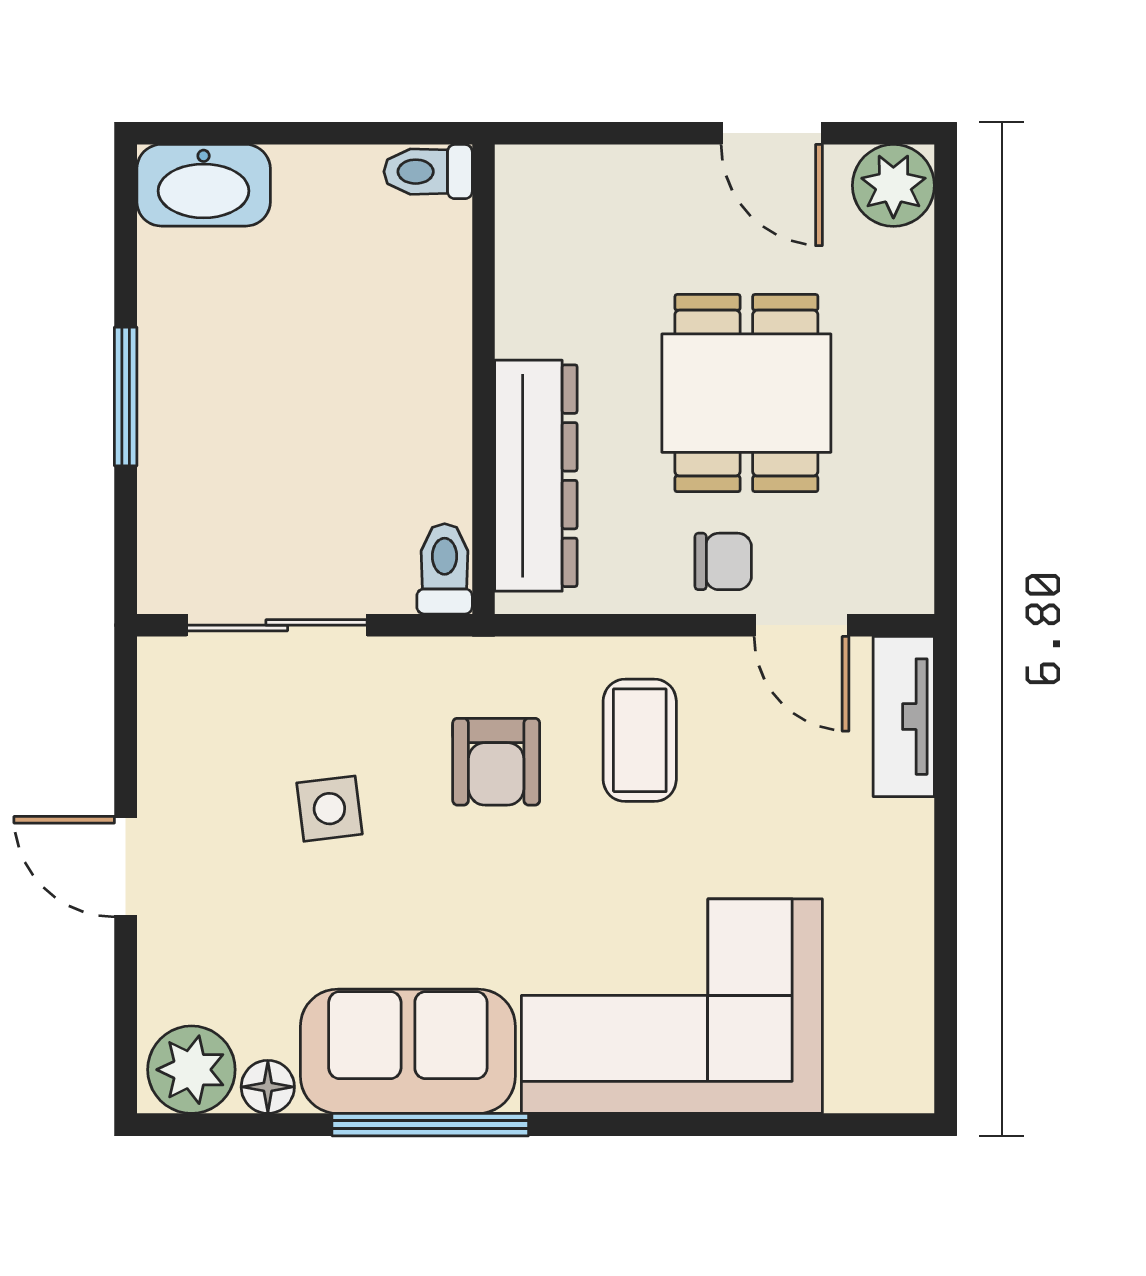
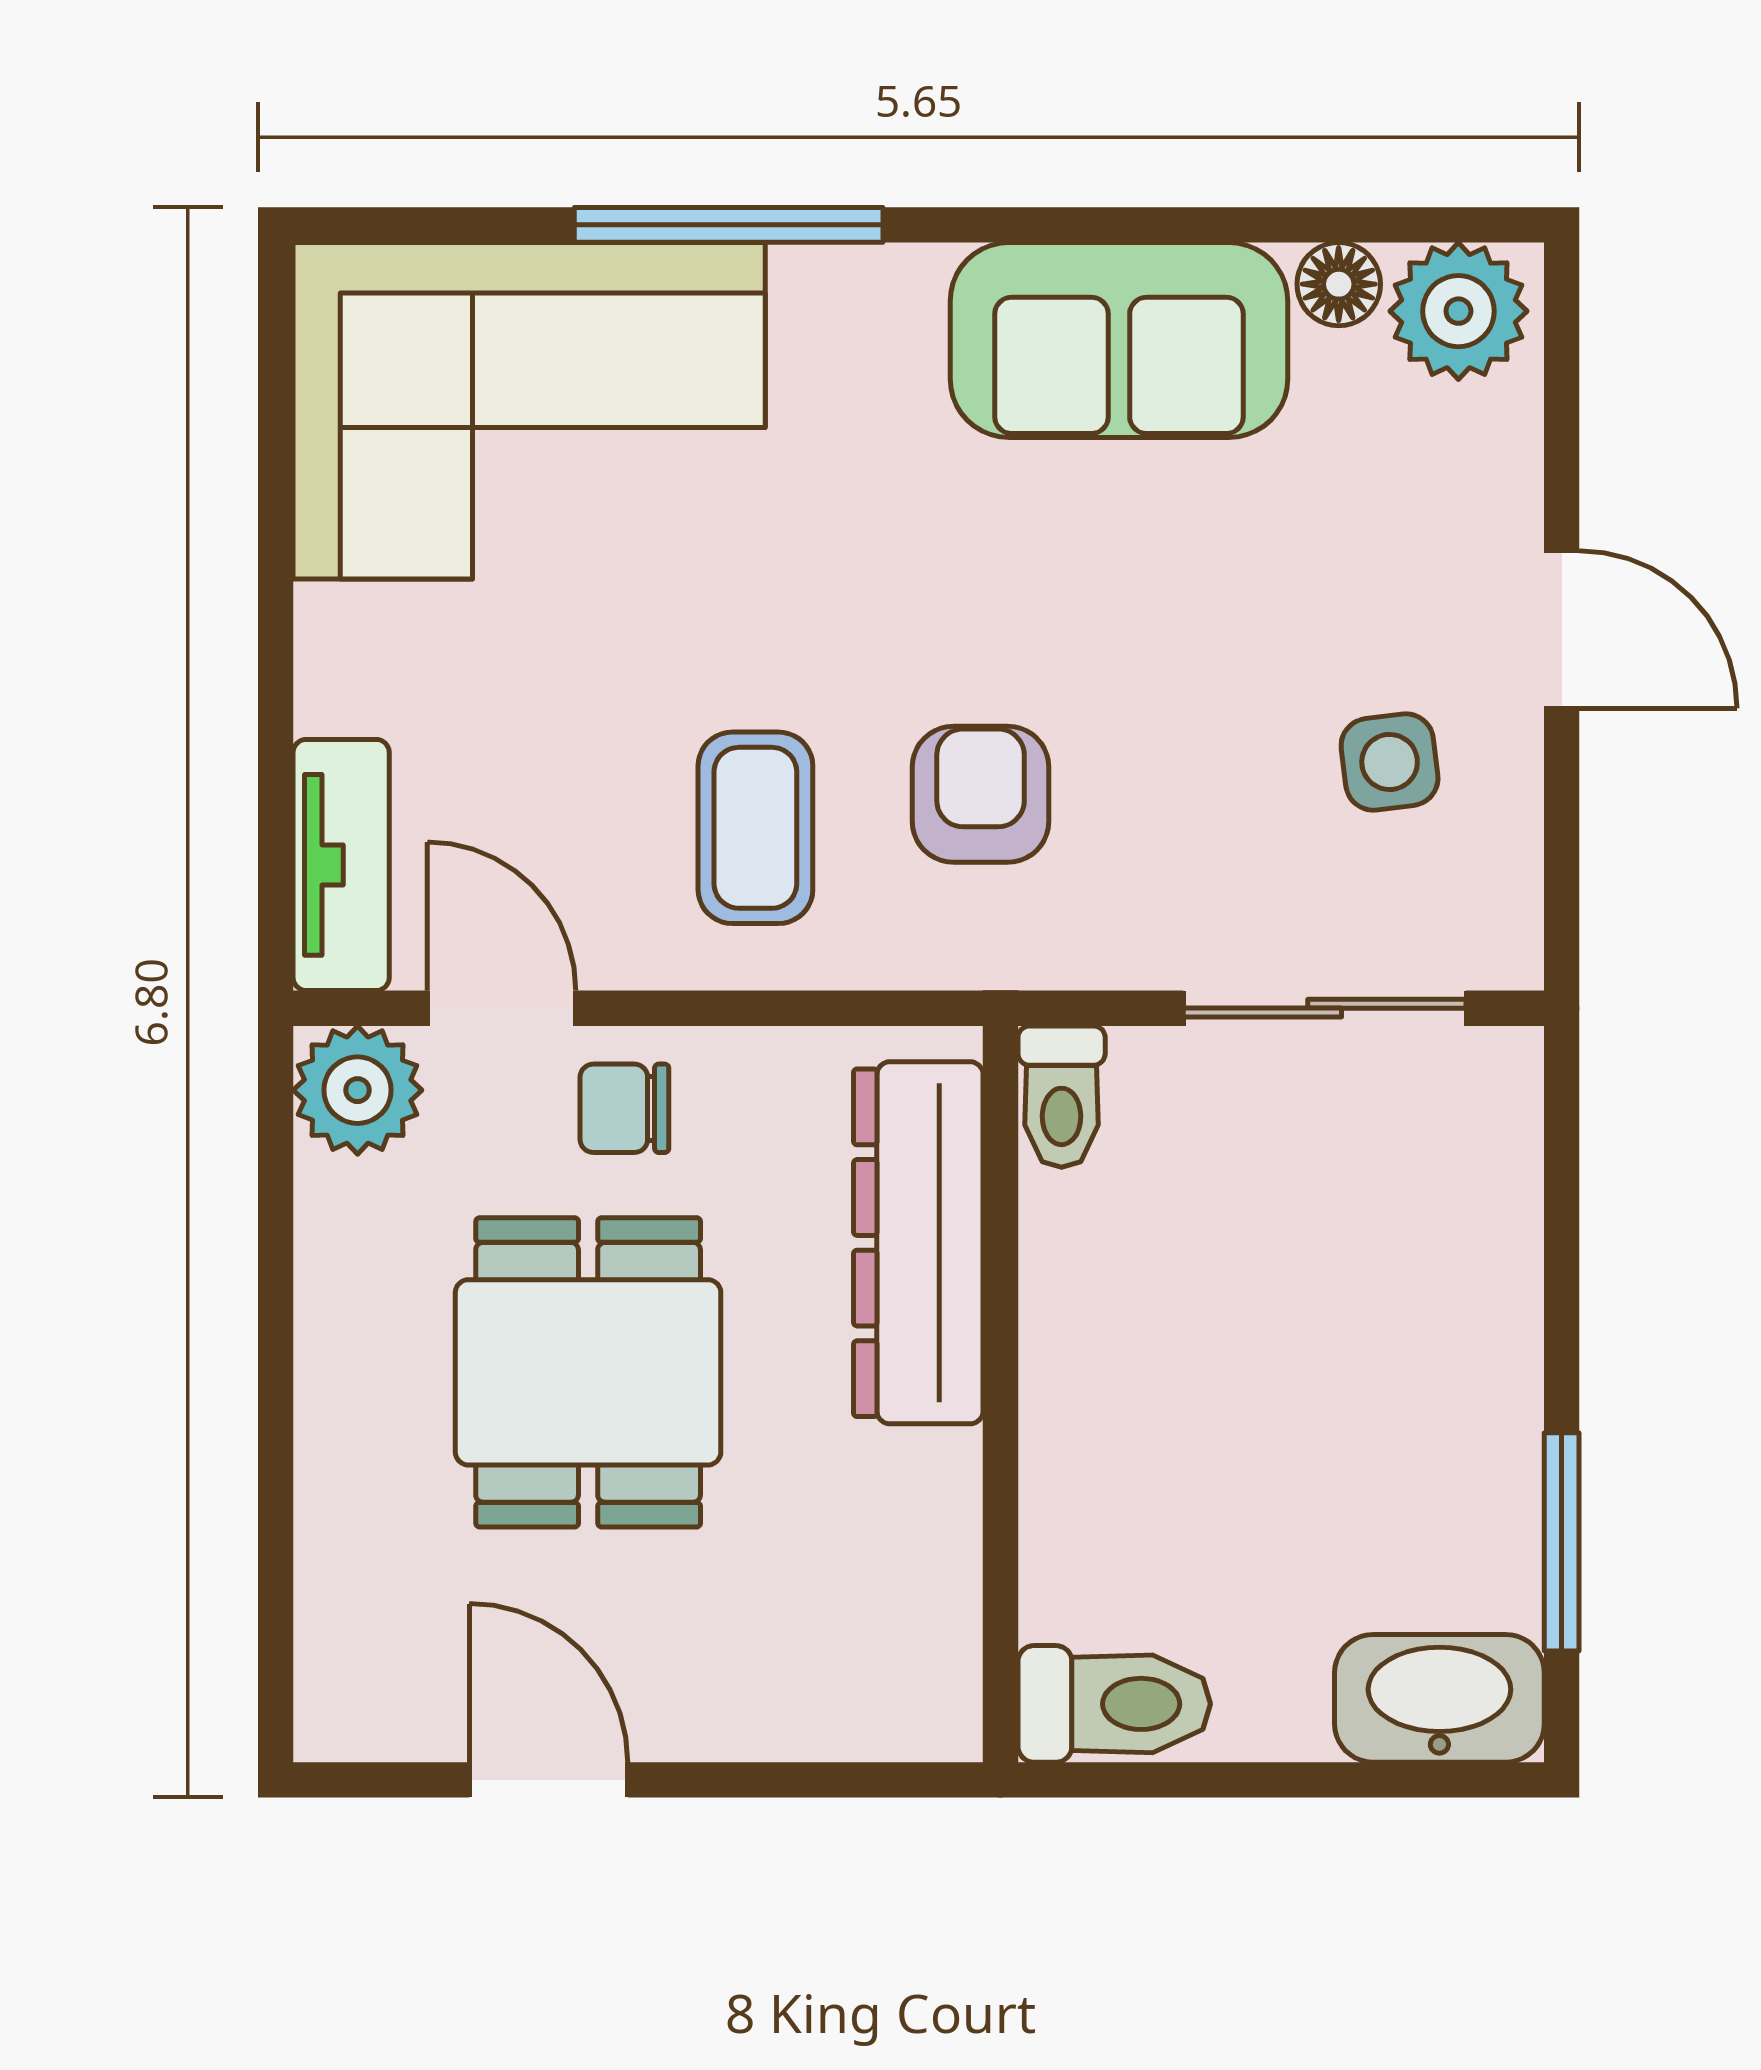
toilet: (428, 172) -> (1114, 1704), width x1.37, depth x1.39
plant: (893, 185) -> (358, 1090), moved
window: (126, 396) -> (1562, 1542), moved
side table: (329, 809) -> (1390, 762), moved
corner sofa: (672, 1006) -> (529, 411), moved
window: (430, 1125) -> (729, 225), moved

